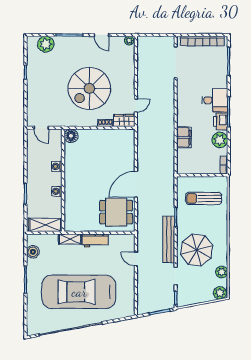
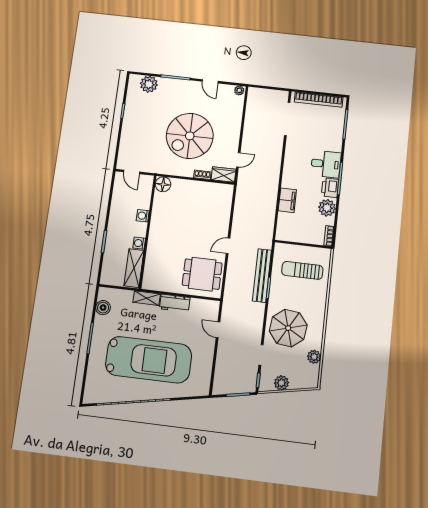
door: (136, 184) -> (228, 246), width x0.53
shelving: (45, 225) -> (134, 268), moved, turned 90
bench: (169, 239) -> (262, 276), moved
car: (79, 292) -> (149, 360), turned 180
plant: (220, 293) -> (281, 383), moved

